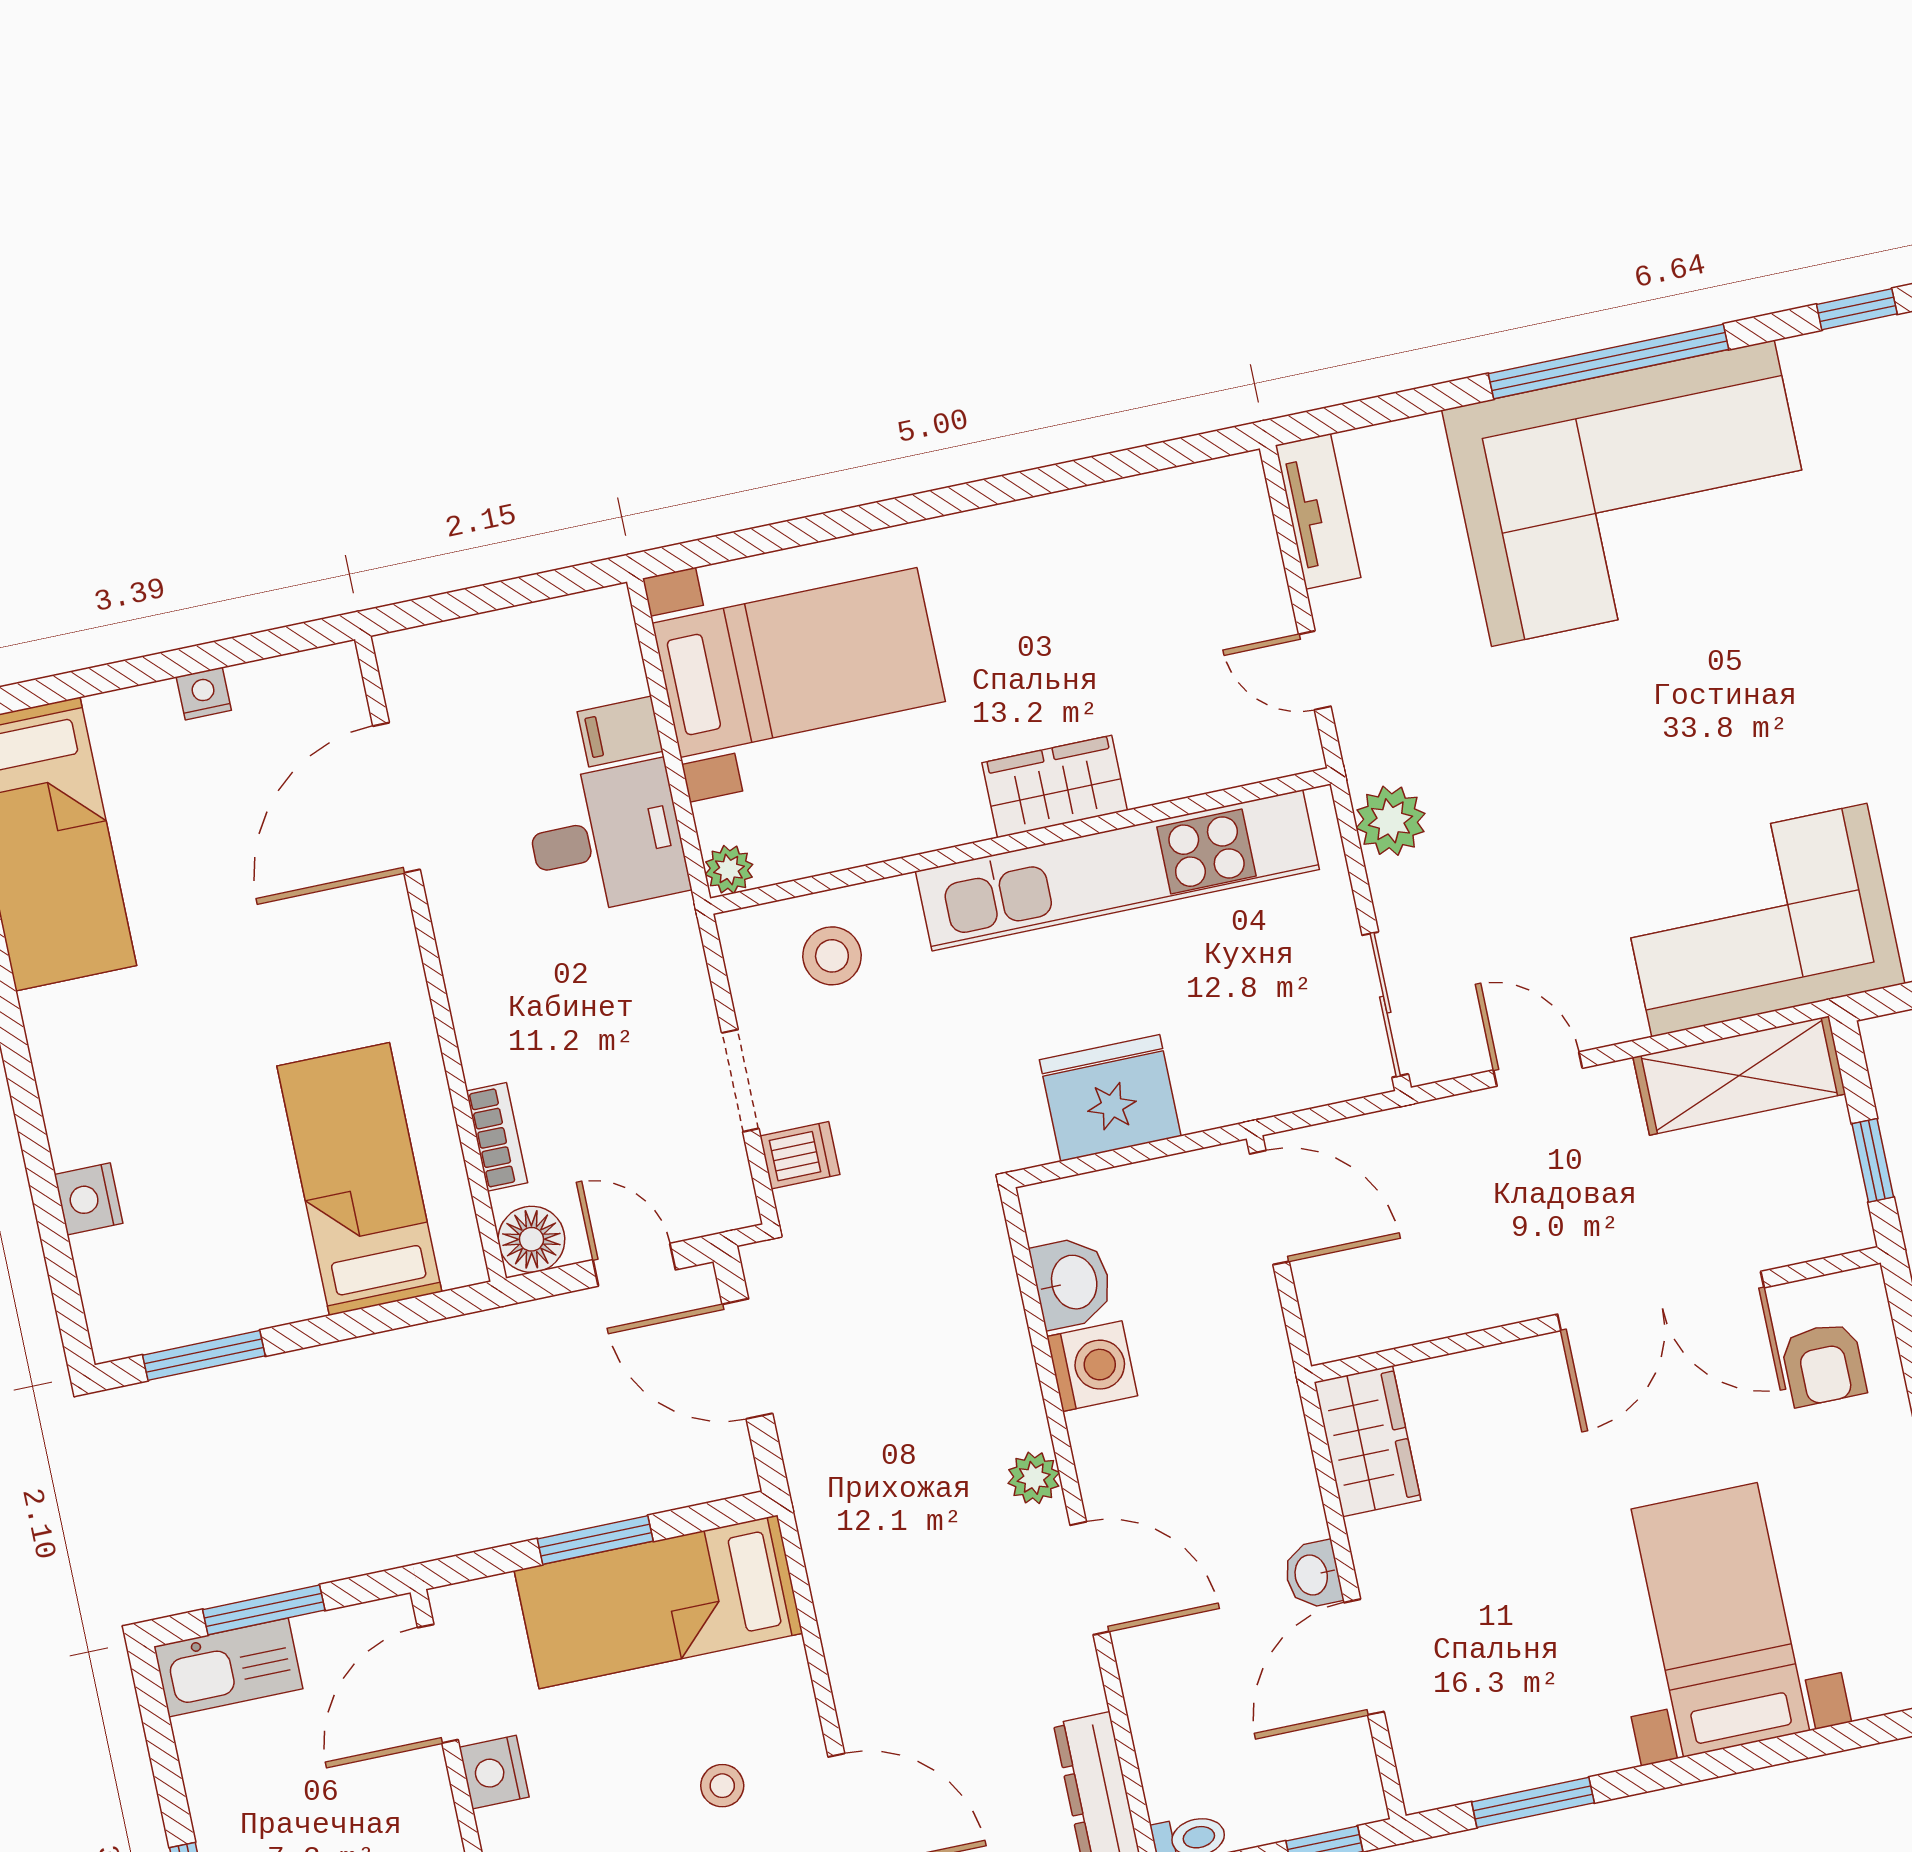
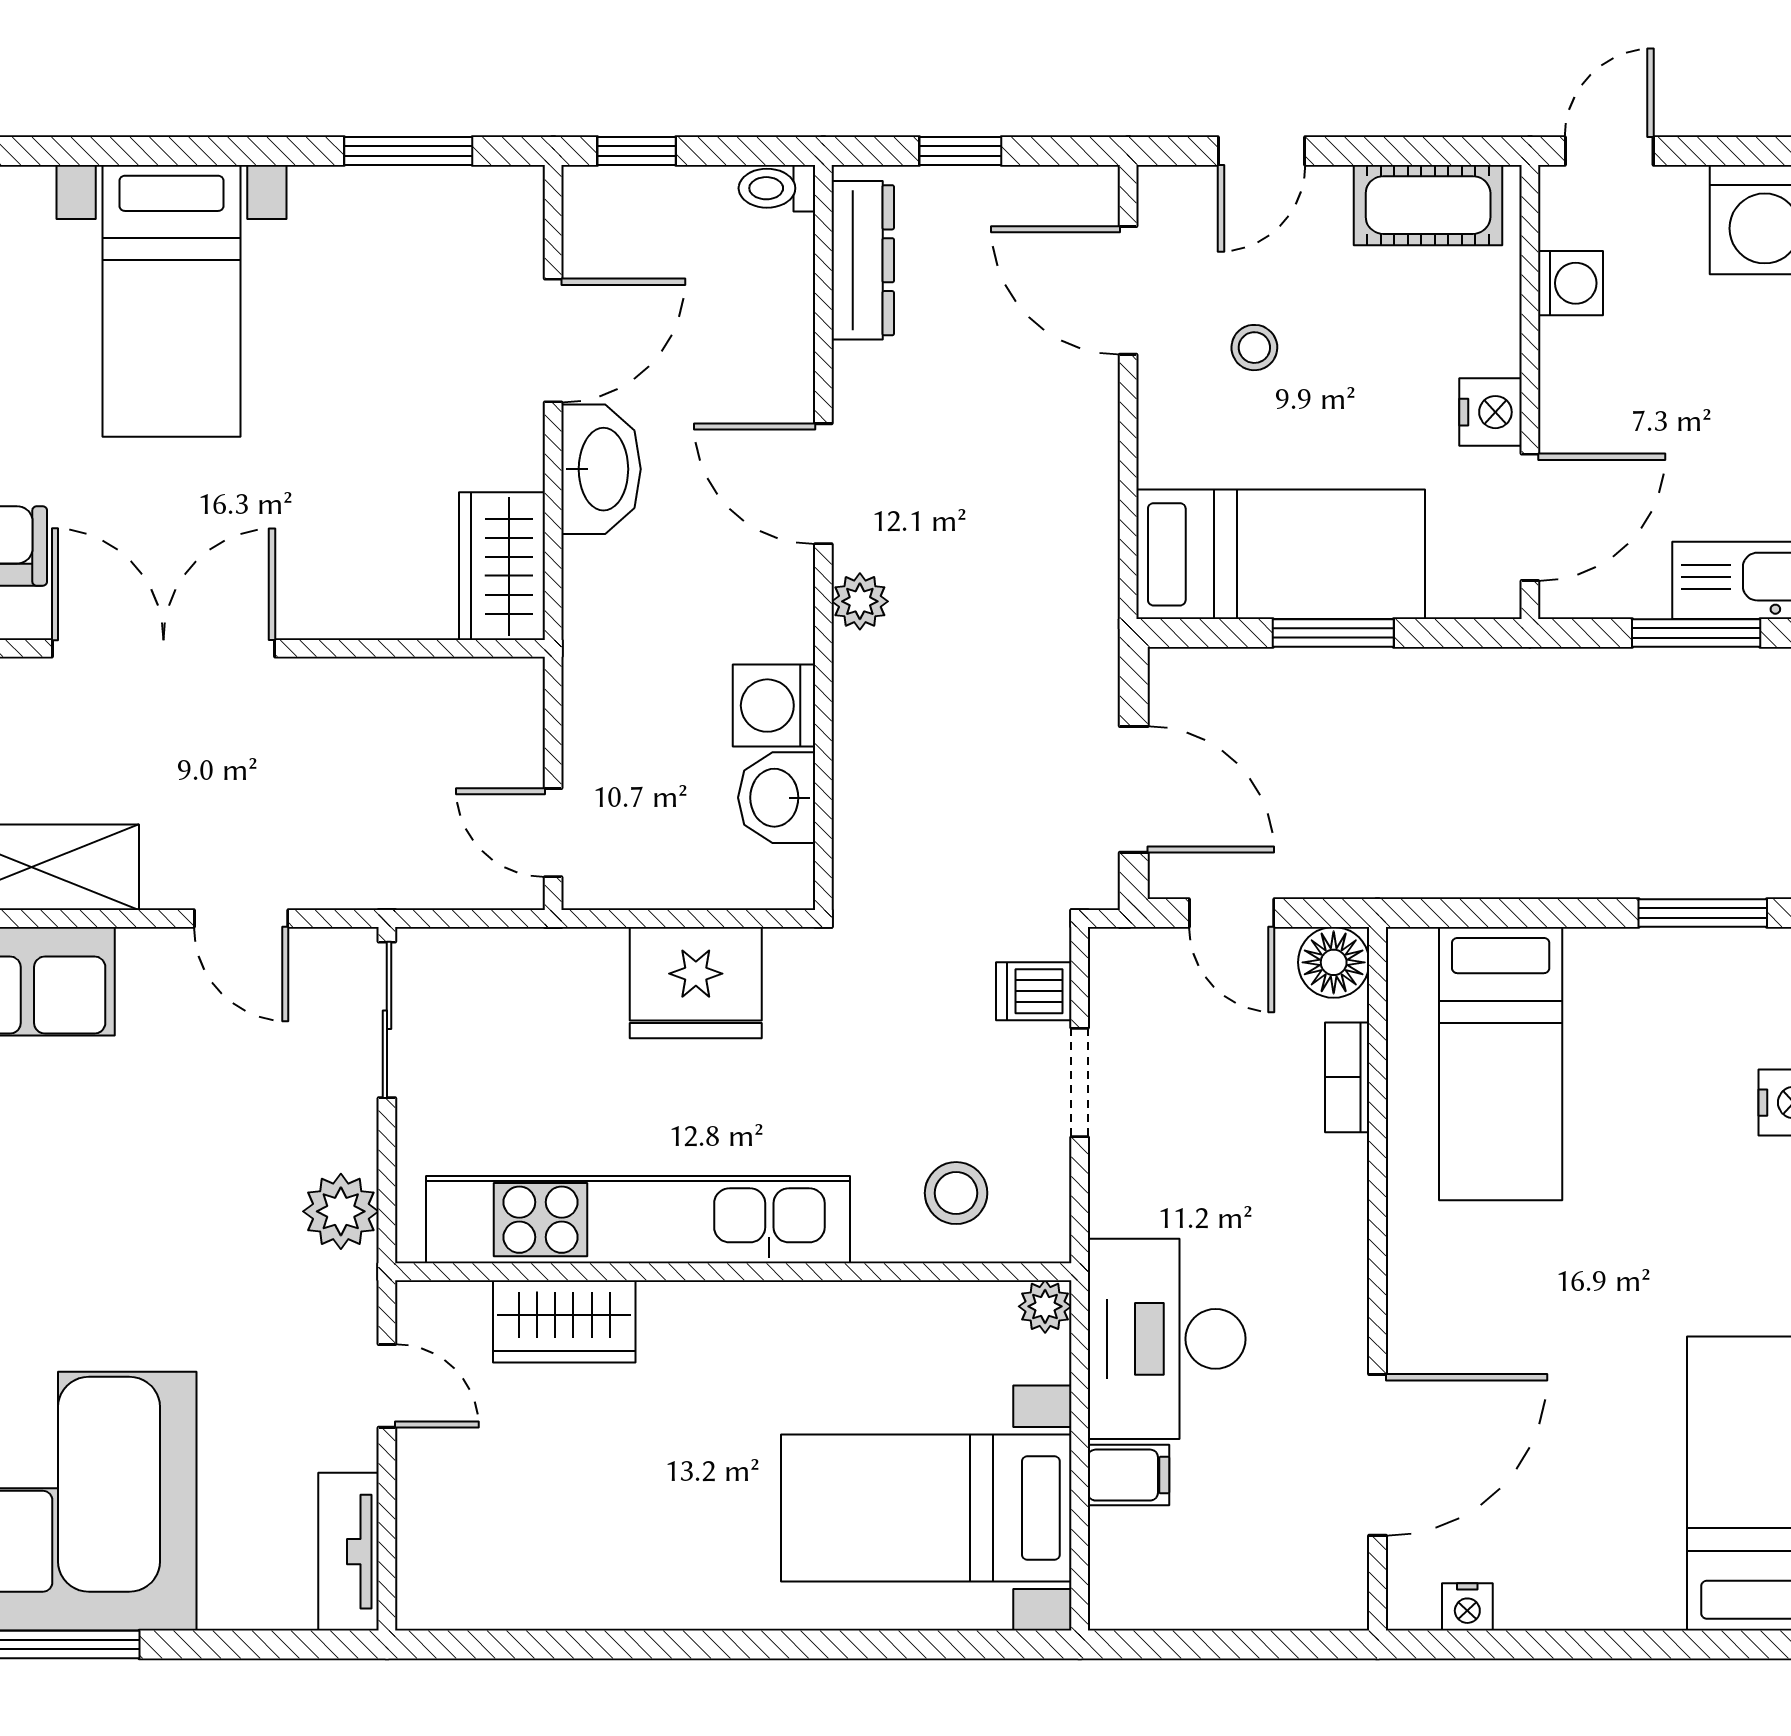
nightstand: (204, 694) -> (1467, 1607), moved
wardrobe: (1055, 787) -> (564, 1321), moved
desk: (606, 838) -> (1167, 1339), width x1.37
door: (1269, 1208) -> (553, 833), width x0.73
washbasin: (1313, 1575) -> (601, 469), width x1.91, depth x1.45

